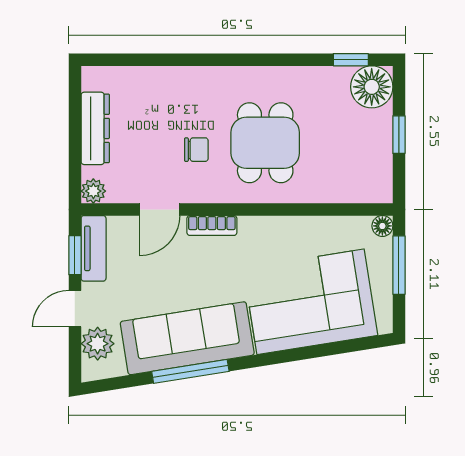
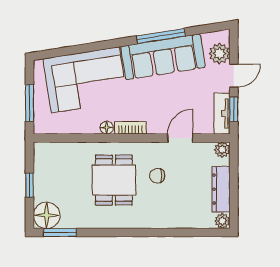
window: (351, 60) -> (60, 232), width x1.50
plant: (93, 78) -> (222, 221), added
bookcase: (212, 226) -> (130, 128), moved
floor lamp: (382, 226) -> (107, 128), moved

